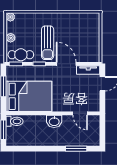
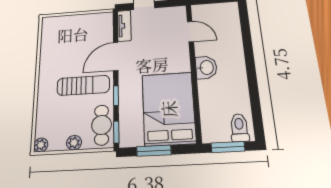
door: (80, 113) -> (190, 32), hinge flipped
toilet: (15, 121) -> (239, 128), moved
window: (76, 149) -> (246, 33), removed

